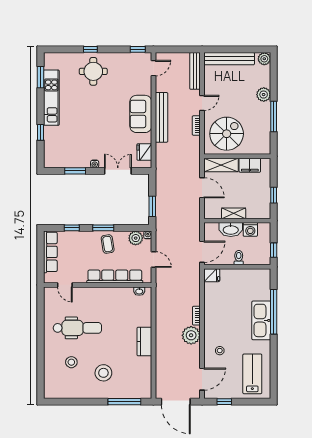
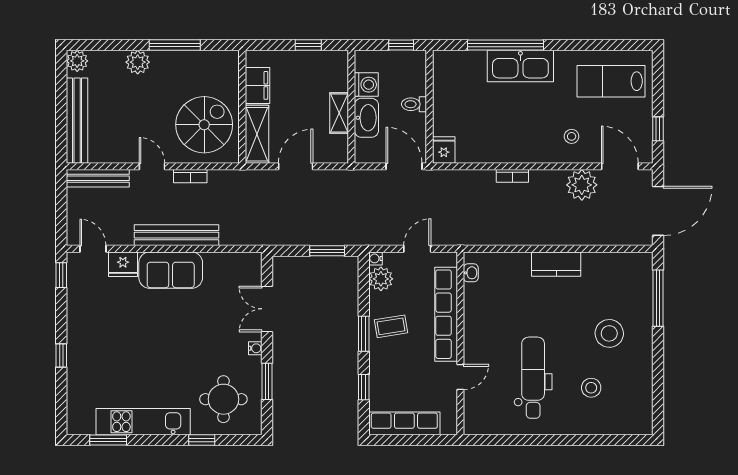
round table: (93, 71) -> (223, 399), moved
spiral stairs: (227, 134) -> (204, 125), turned 90
fridge: (144, 152) -> (123, 264), moved
door: (65, 285) -> (460, 377), moved
plant: (191, 335) -> (582, 185), moved

